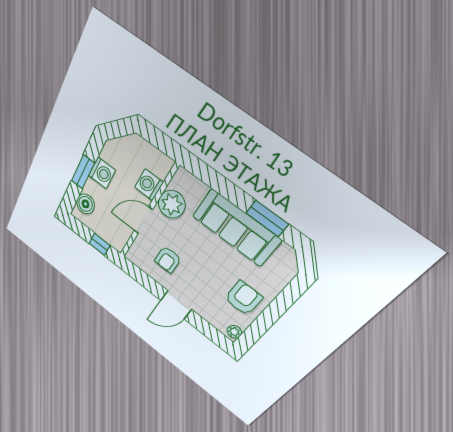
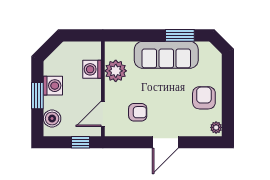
door: (143, 220) -> (103, 114), moved
armchair: (168, 260) -> (138, 112), turned -90

